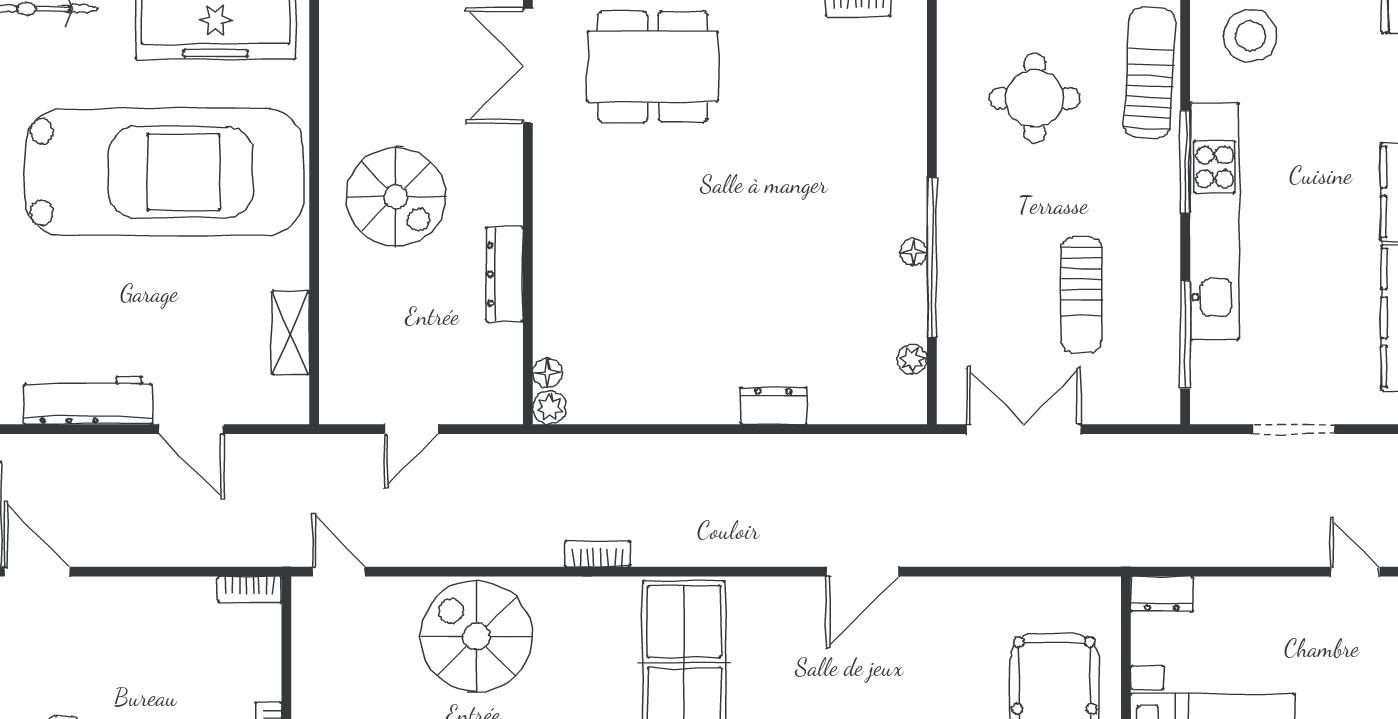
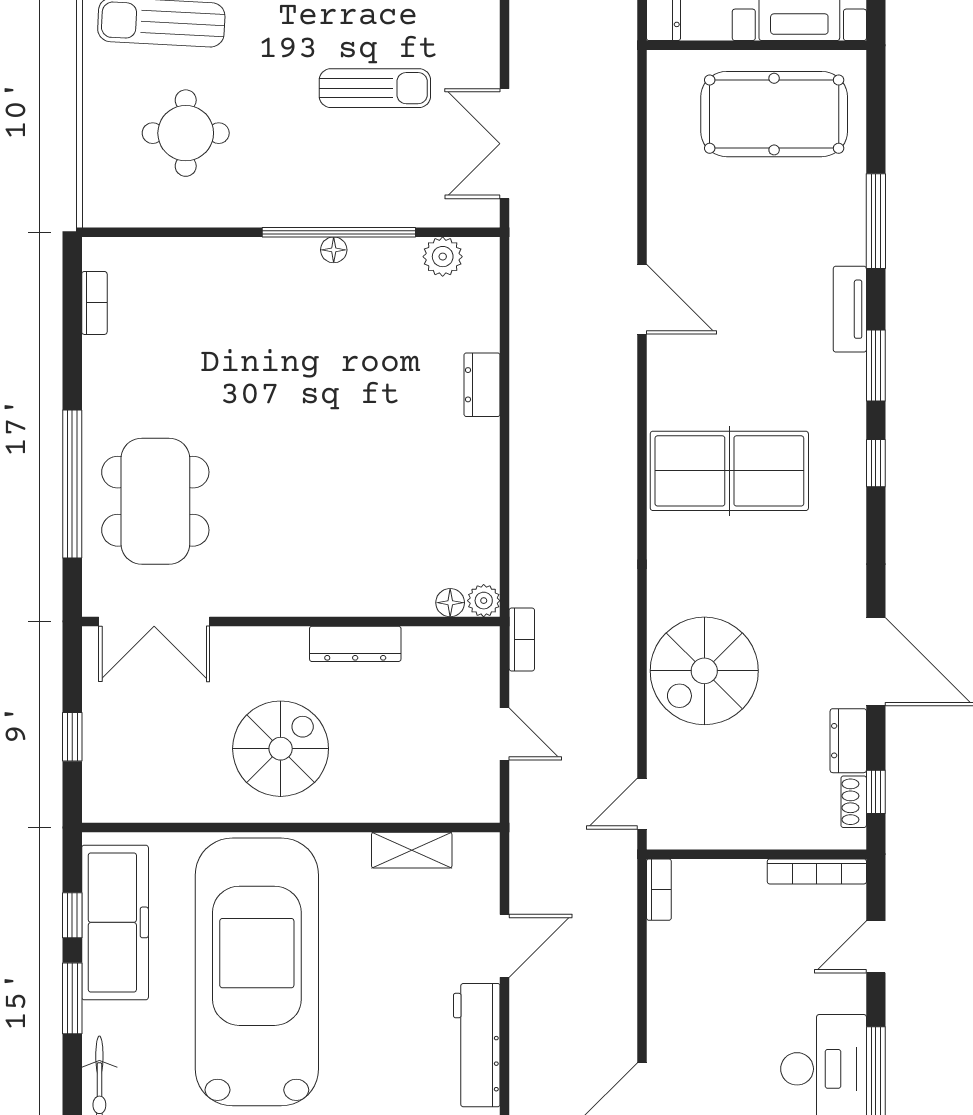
plant: (912, 359) -> (443, 257), width x1.38, depth x1.38
bookcase: (598, 554) -> (522, 639), moved, turned 180

